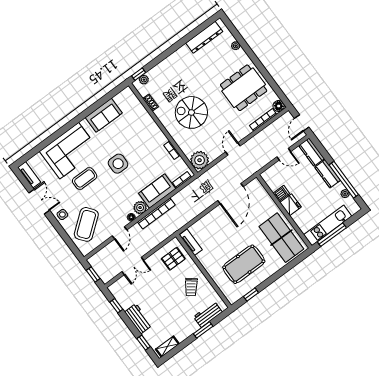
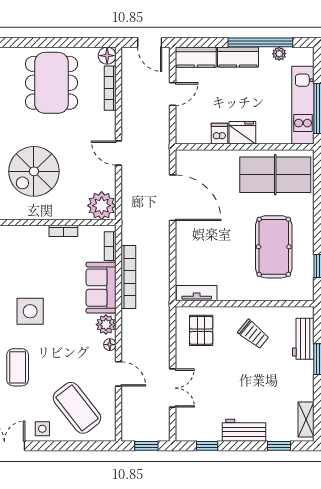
bookcase: (156, 213) -> (128, 277), moved

